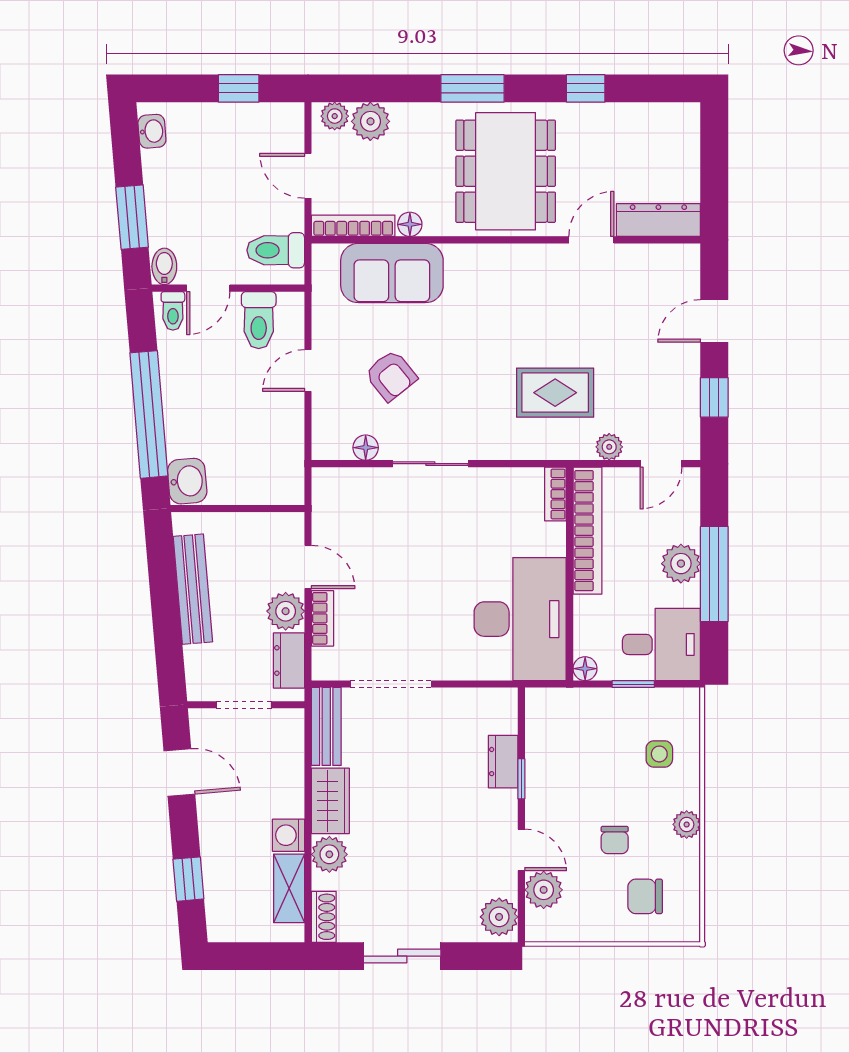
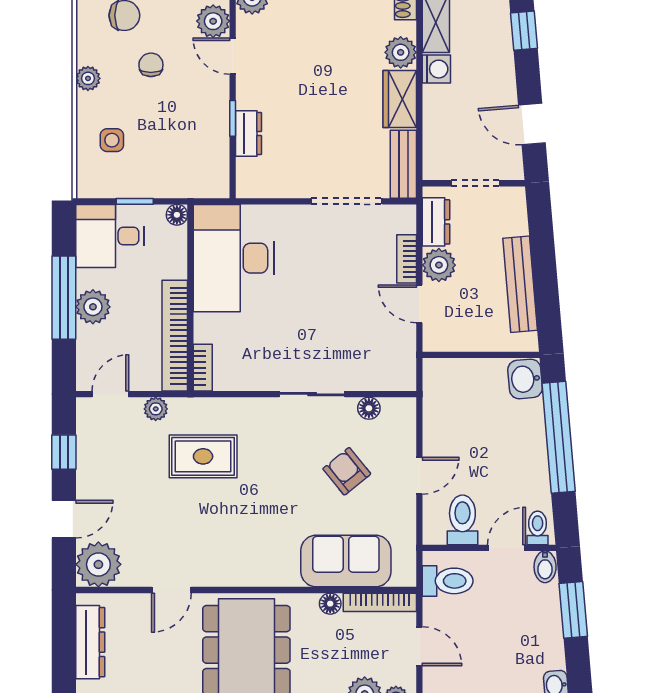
dresser: (658, 220) -> (90, 642), moved, turned -90
plant: (675, 269) -> (98, 564), added

